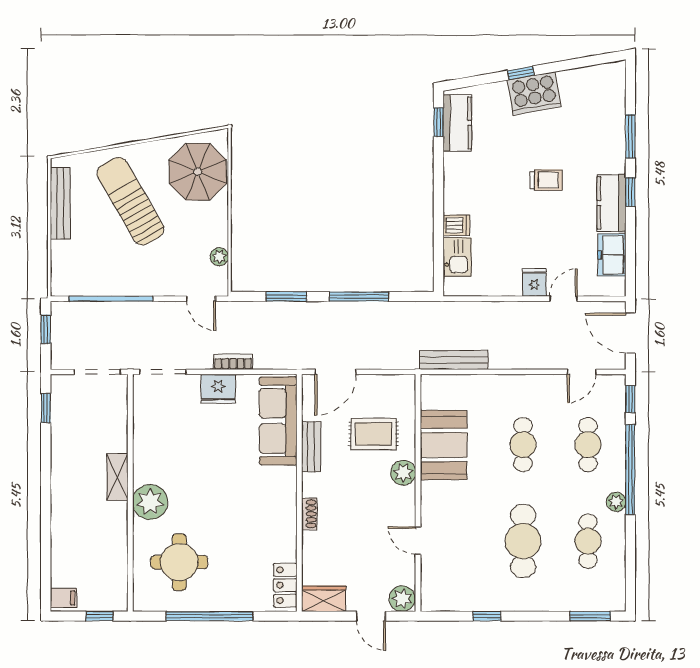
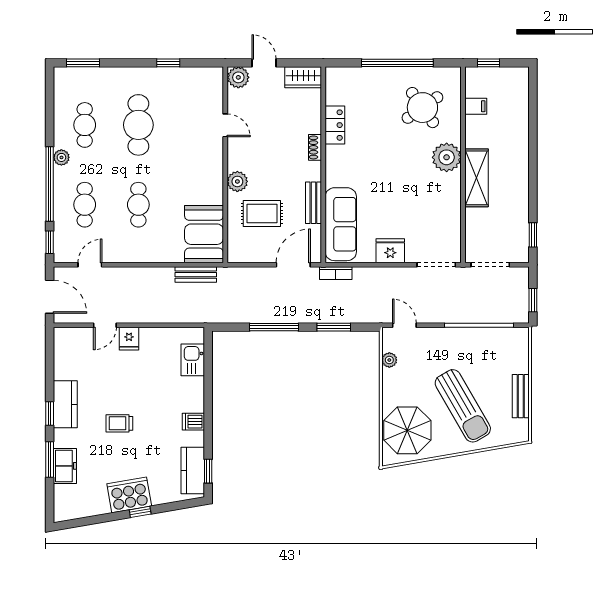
bench: (60, 203) -> (521, 396), width x0.73
dishwasher: (456, 225) -> (193, 422), moved
freezer: (612, 255) -> (65, 466), moved
bench: (454, 360) -> (196, 275), width x0.73
bookcase: (233, 362) -> (336, 273), moved
booth: (444, 445) -> (204, 234), moved
shelving: (117, 477) -> (476, 178), width x1.50, depth x1.33
round table: (179, 562) -> (422, 108), turned -35
locker: (285, 585) -> (335, 125), moved
filing cabinet: (63, 598) -> (476, 106), moved, turned 180

